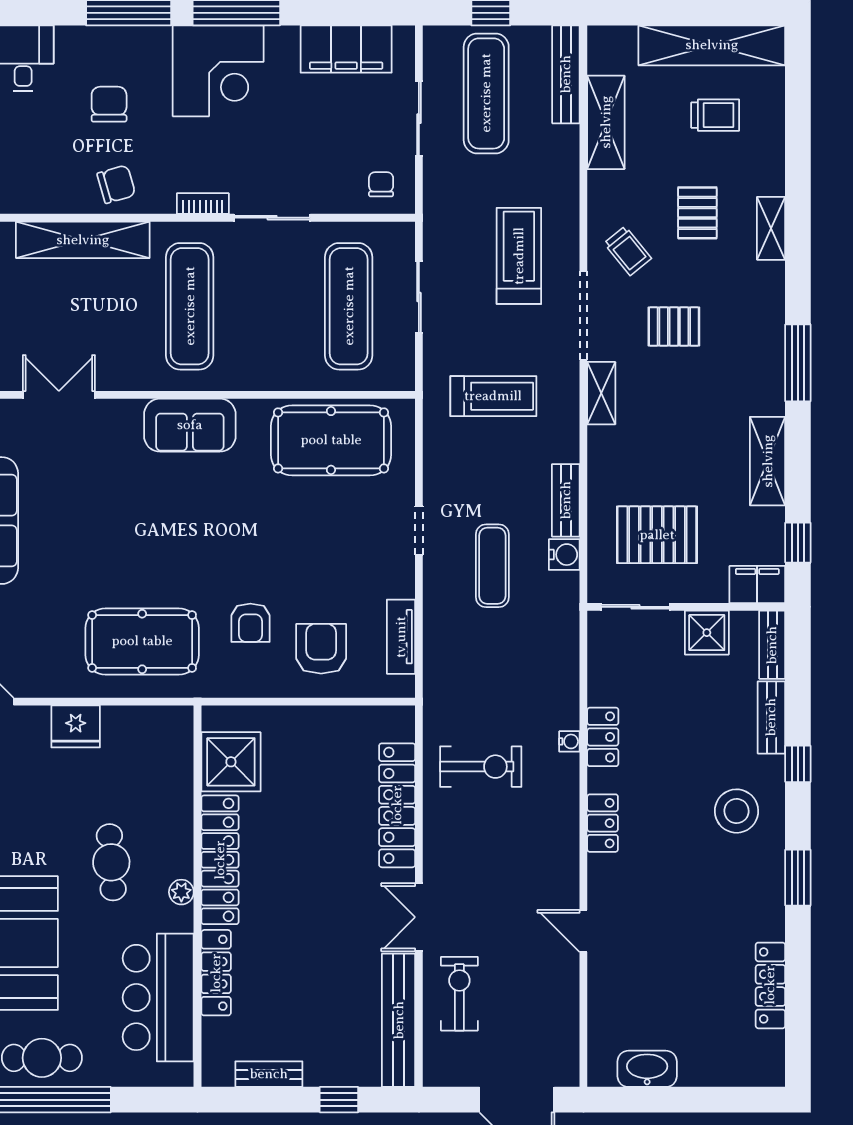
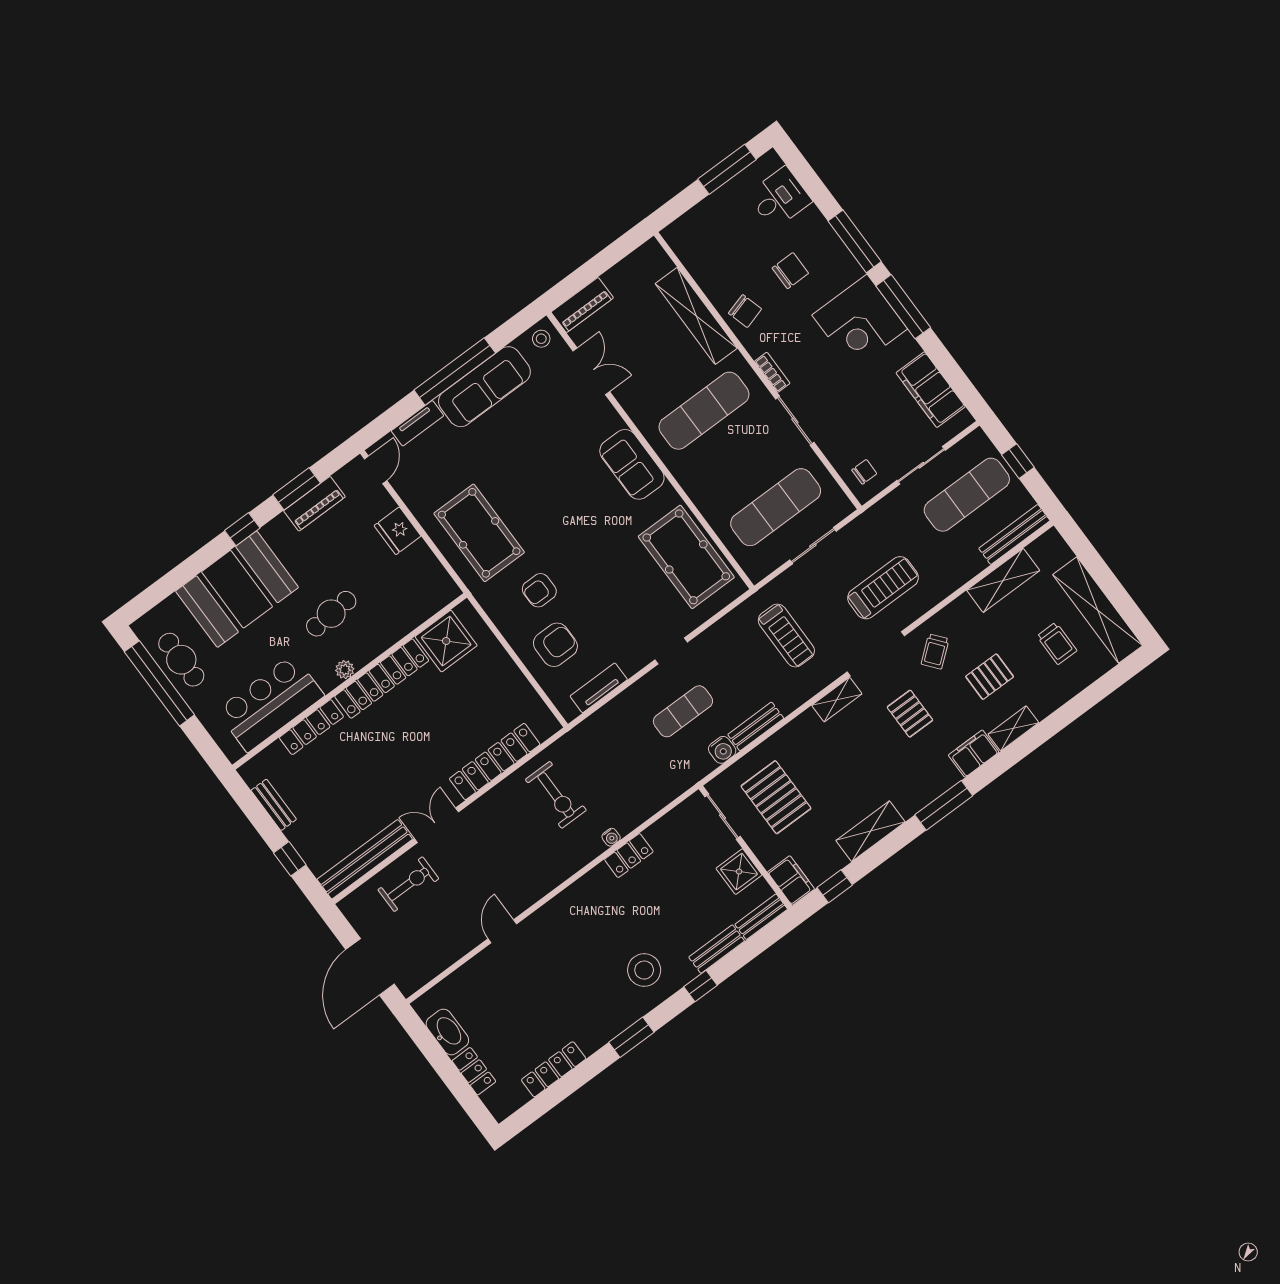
filing cabinet: (767, 290) -> (974, 754), added
locker: (603, 823) -> (474, 1071), moved, turned -90

